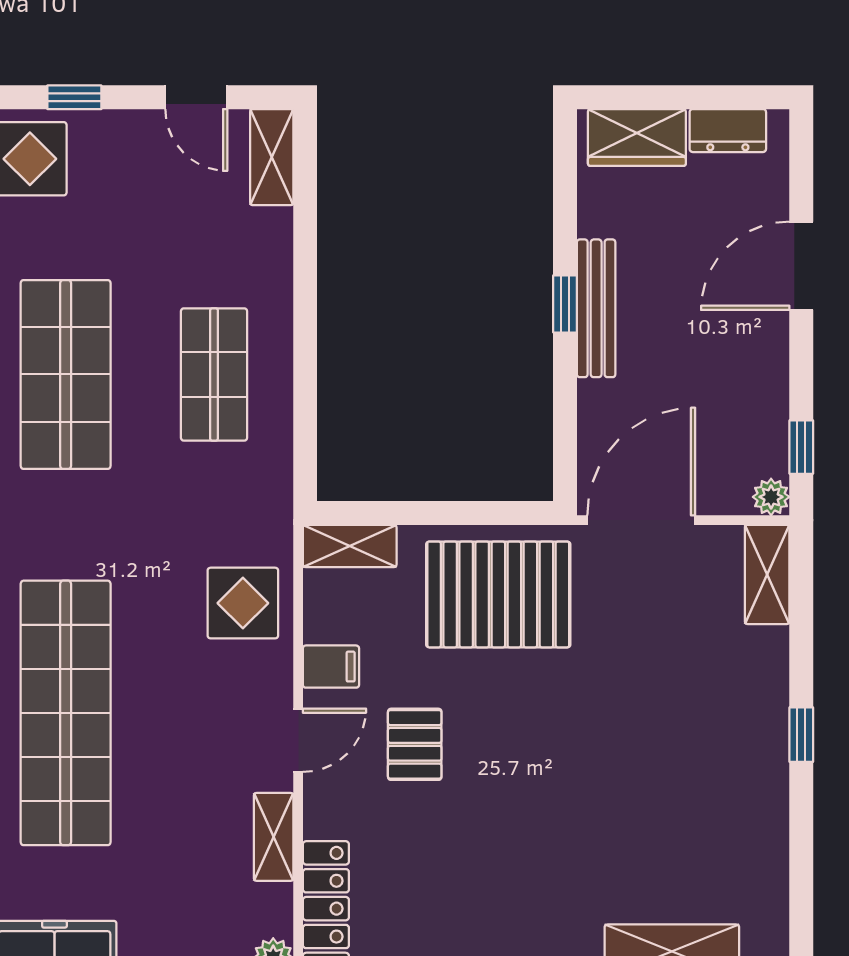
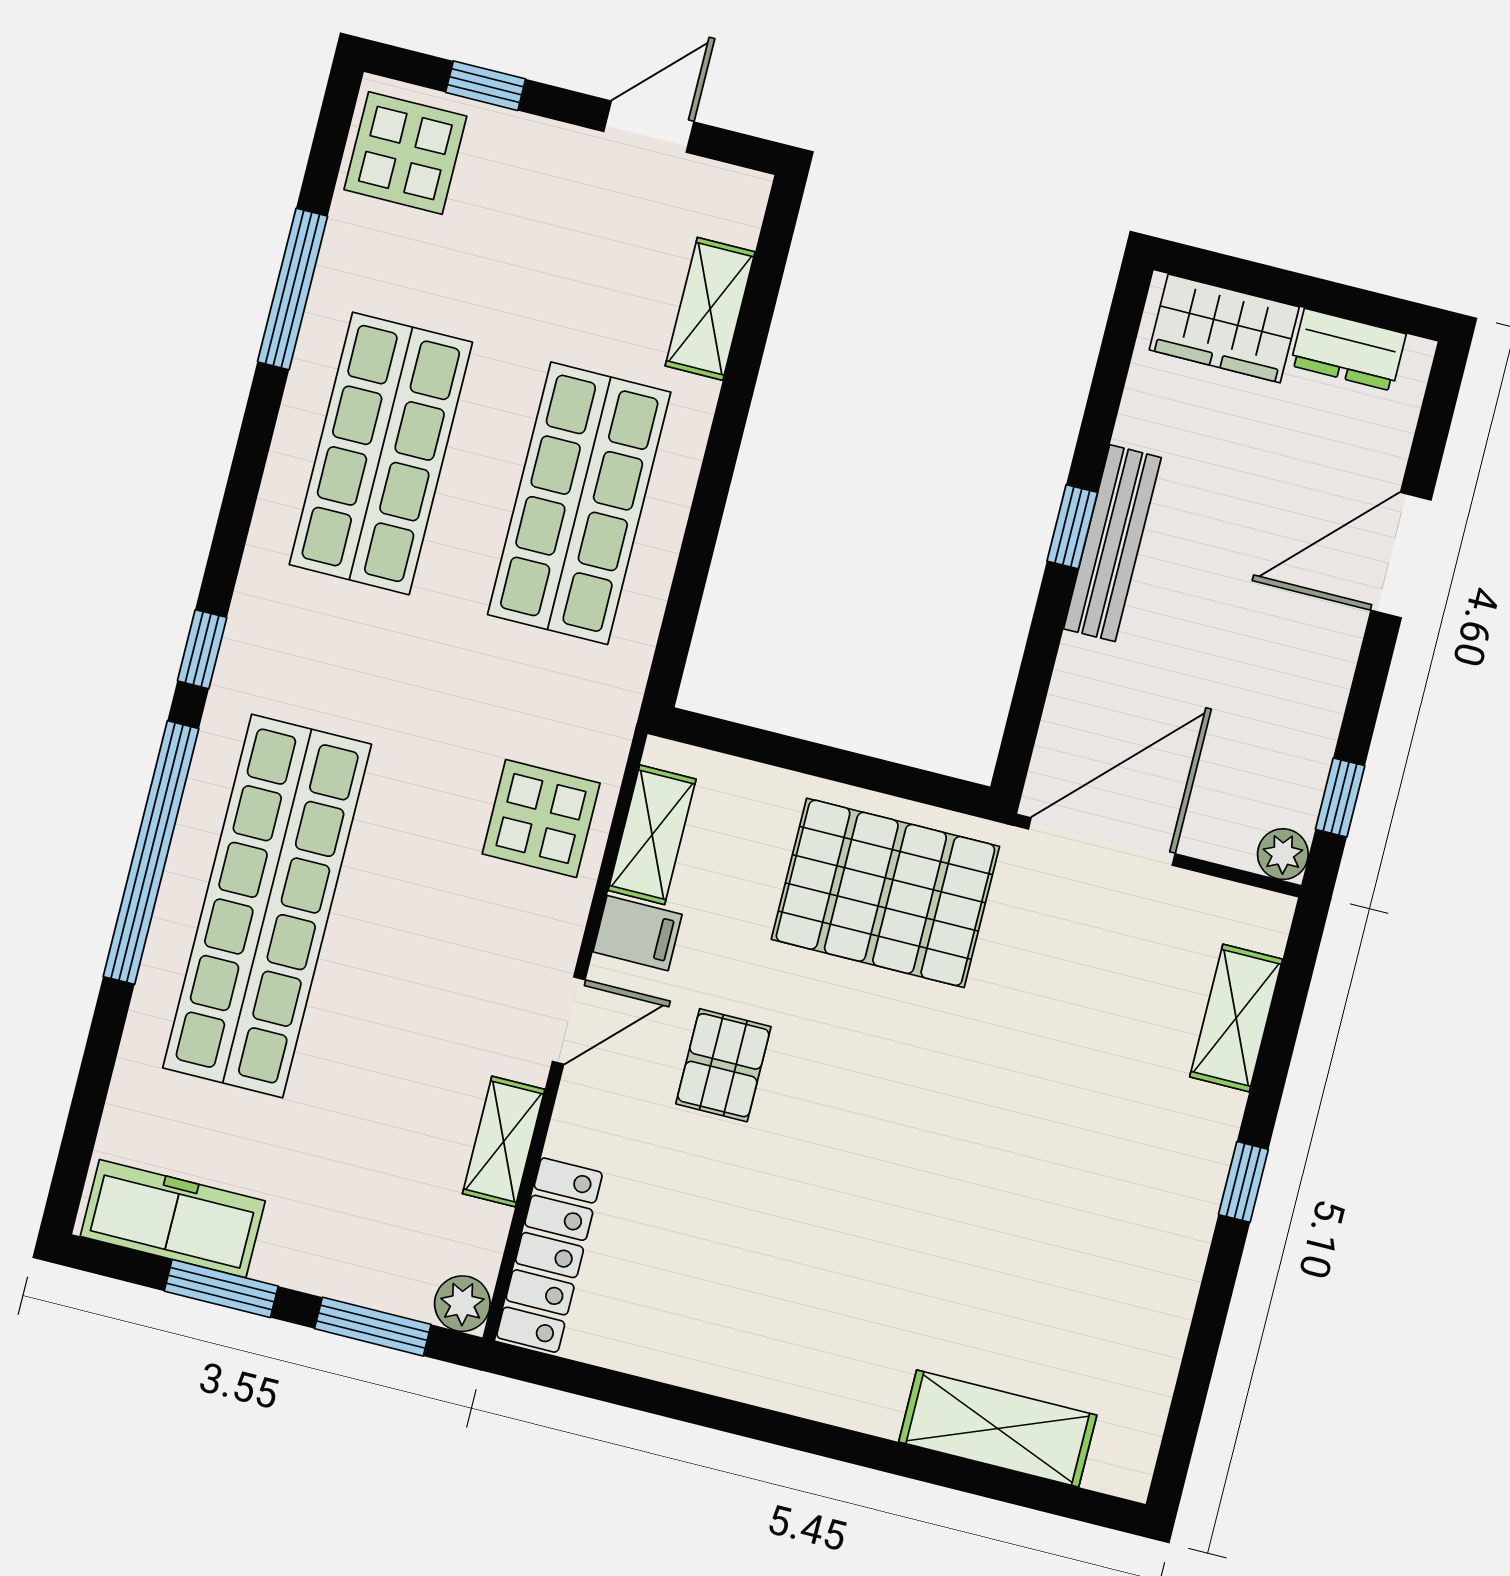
door: (196, 97) -> (649, 127), swing flipped
shelving: (272, 157) -> (710, 309), moved
shop shelf: (214, 374) -> (579, 503), width x1.43, depth x1.36
shelving: (350, 546) -> (652, 835), moved, turned 90
shelving: (767, 574) -> (1236, 1018), moved

